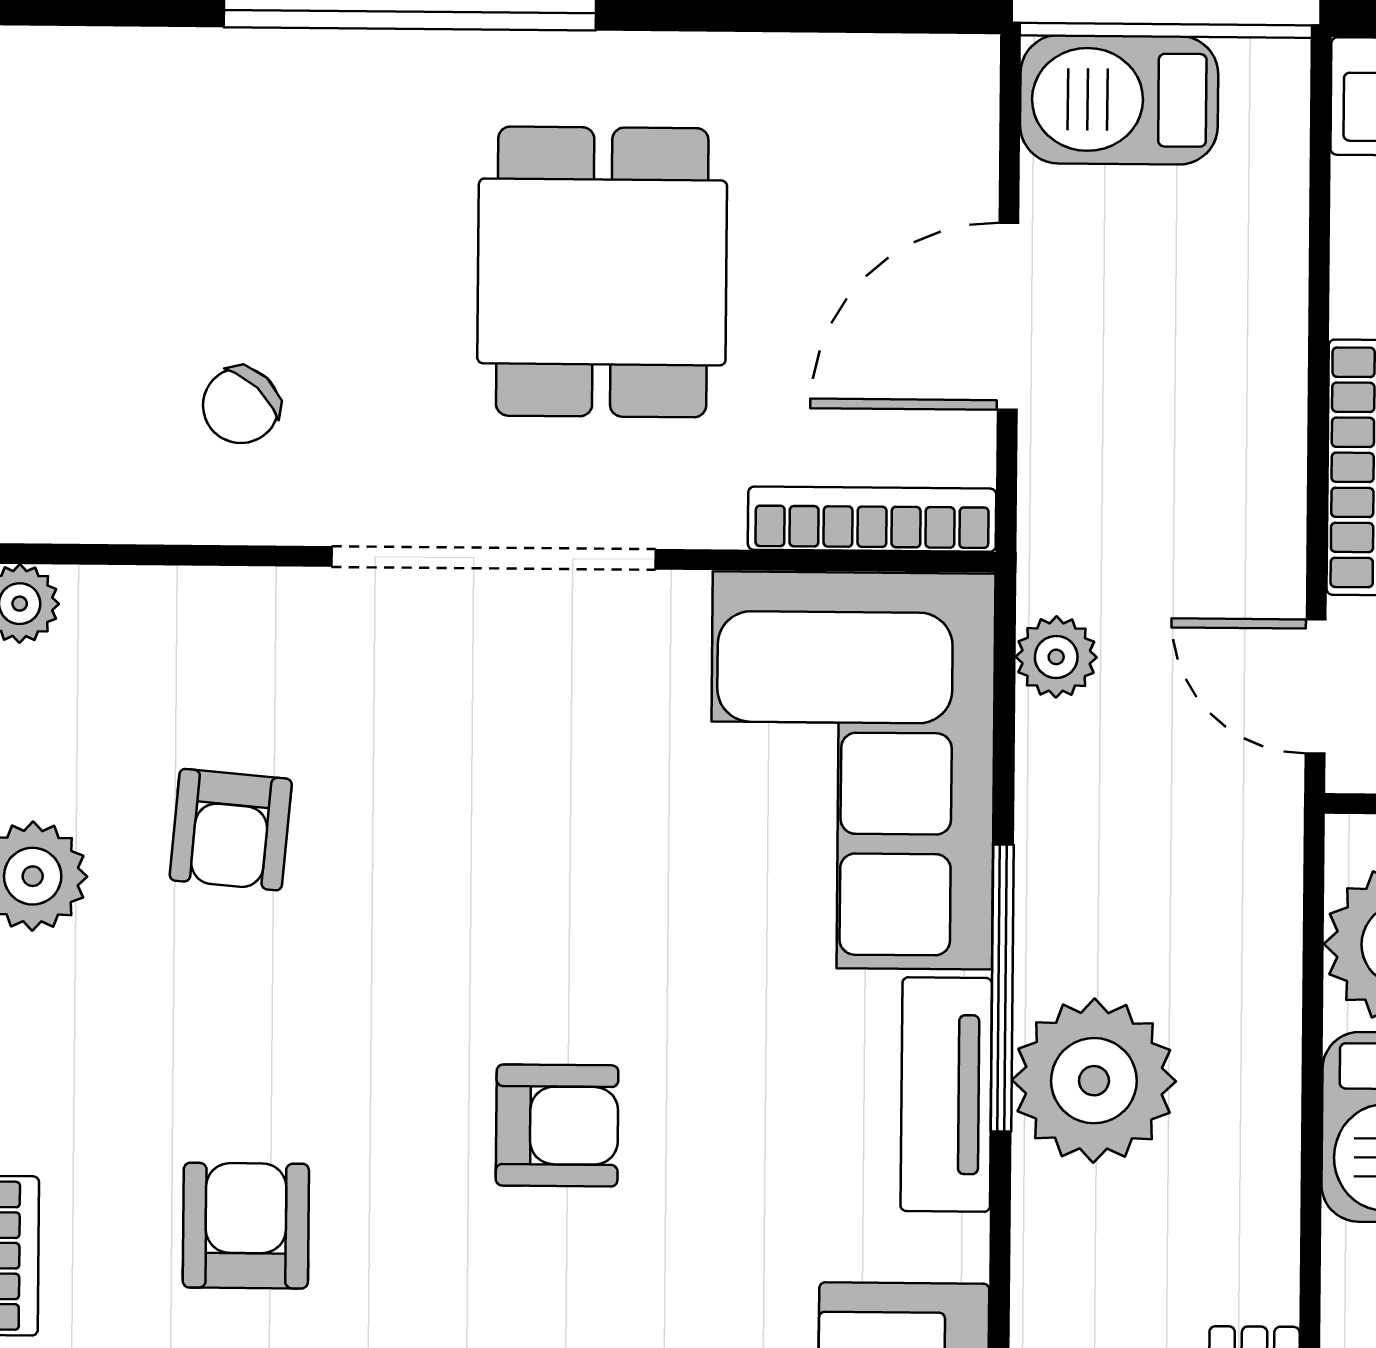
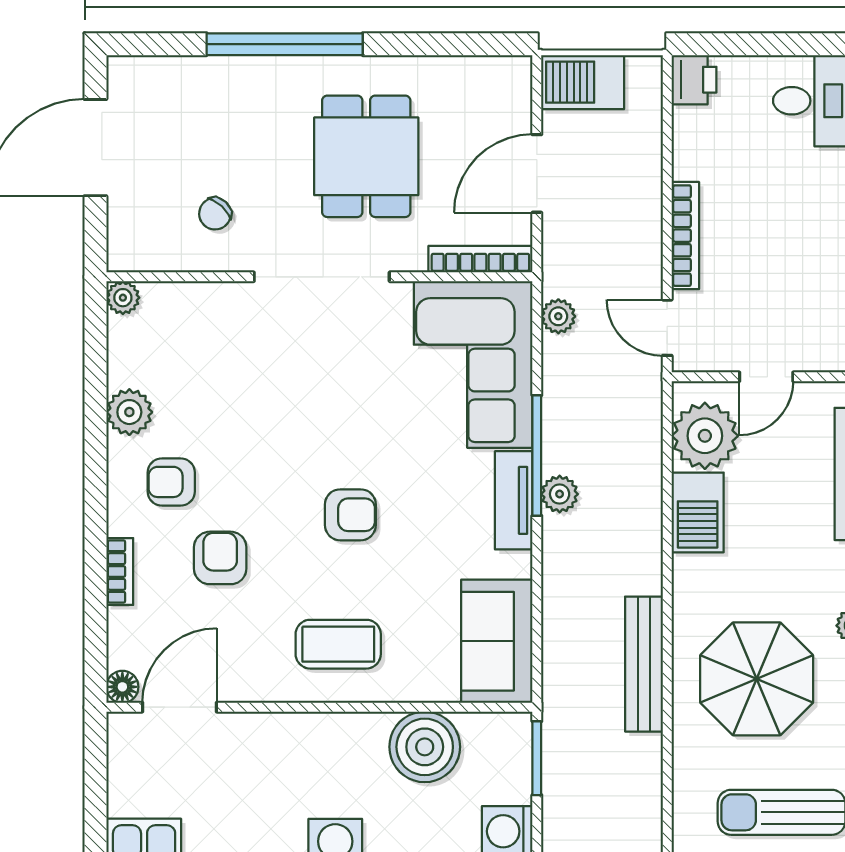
armchair: (231, 830) -> (171, 482), moved, turned 85
plant: (1094, 1081) -> (560, 494), width x0.53, depth x0.53

